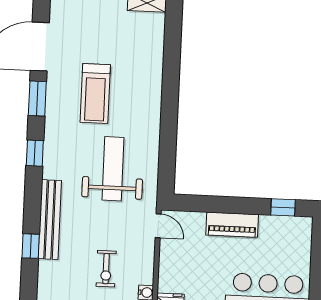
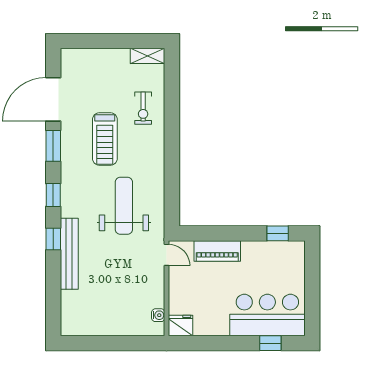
piano: (232, 225) -> (217, 251), moved
window: (31, 246) -> (53, 239), moved
exercise bike: (106, 269) -> (143, 108), moved

